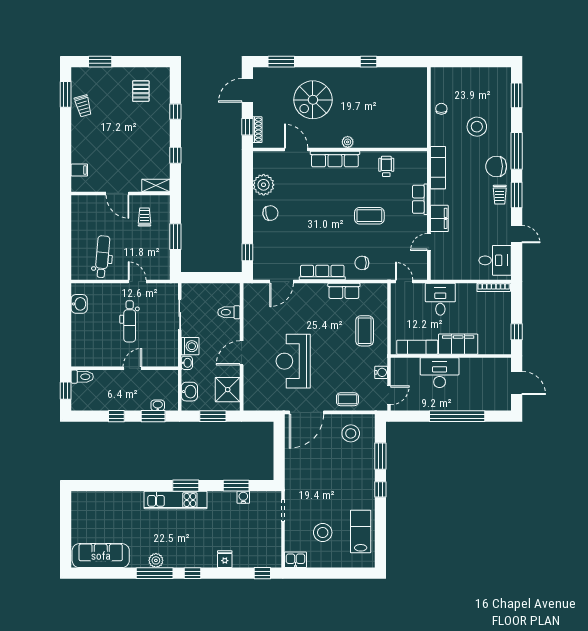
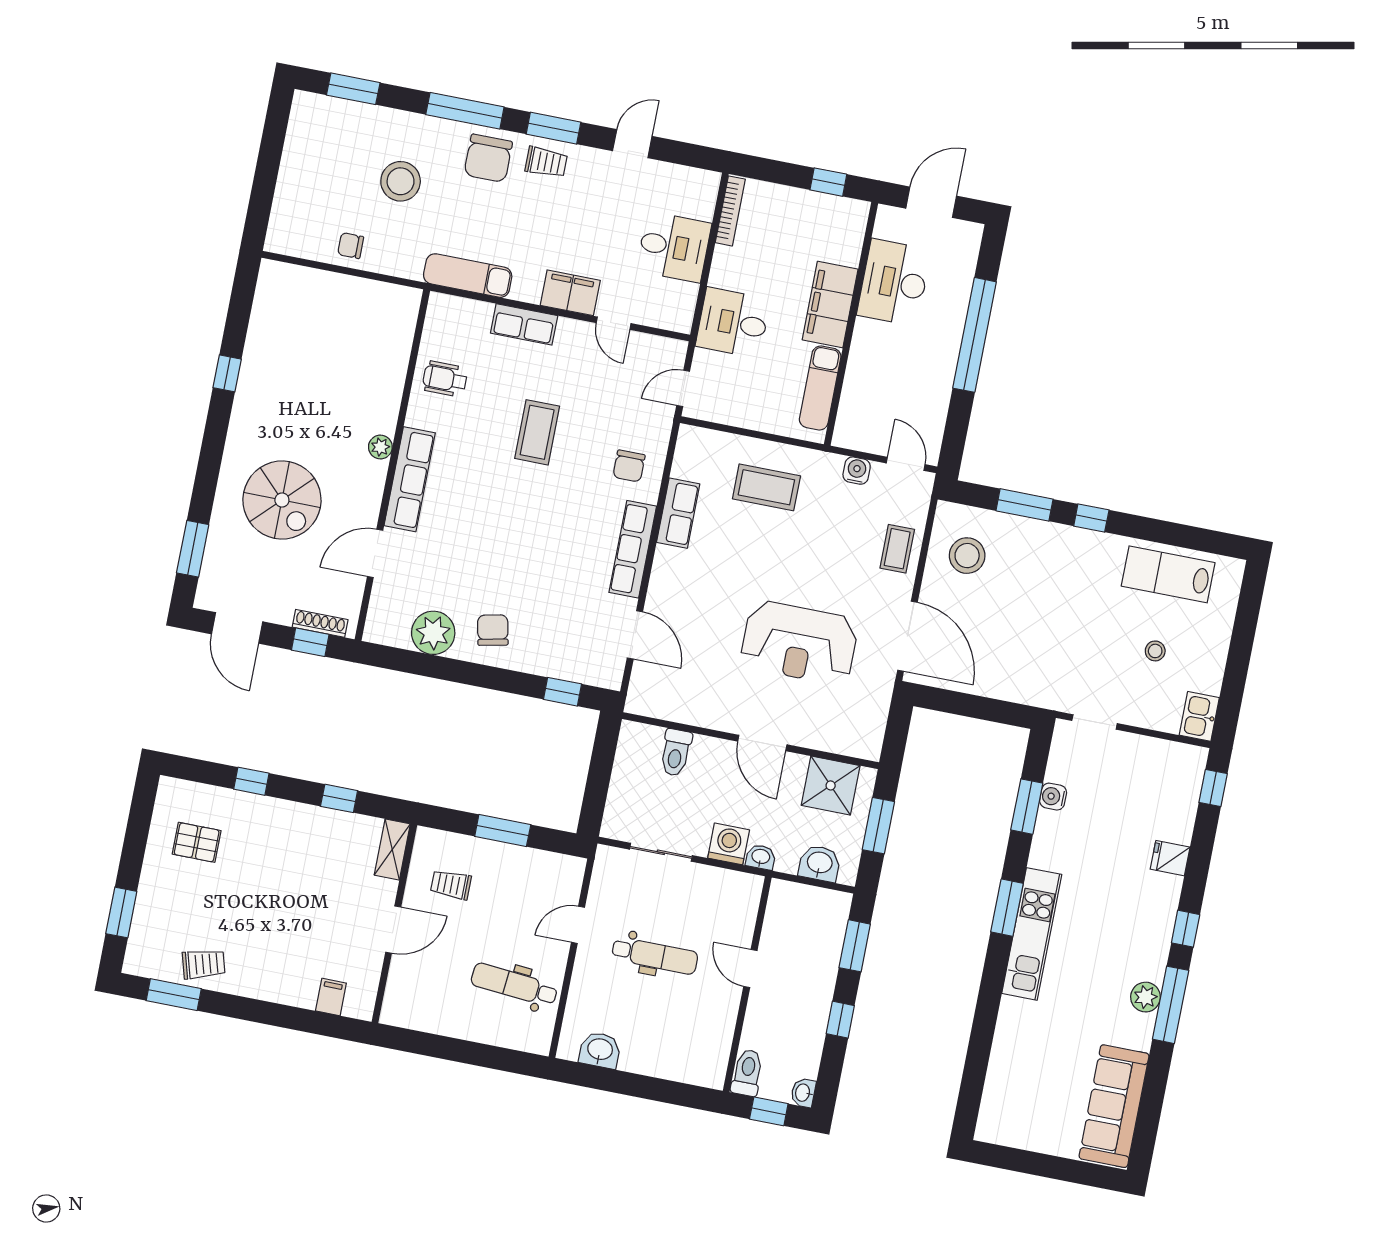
desk: (495, 260) -> (674, 247), moved, turned 90
desk: (440, 373) -> (894, 282), moved
washbasin: (158, 405) -> (803, 1093), moved
stool: (323, 533) -> (1155, 651), width x0.53, depth x0.53

